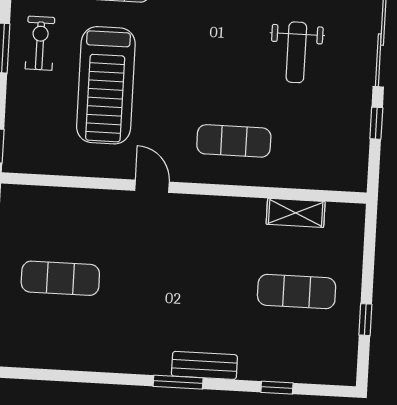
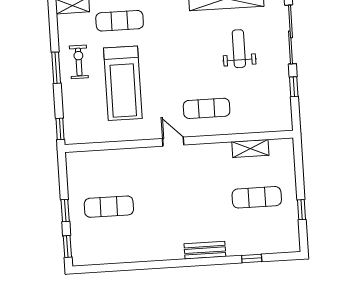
weight bench: (296, 52) -> (239, 49), turned 180
door: (152, 186) -> (173, 142), moved
window: (178, 382) -> (190, 262), removed

